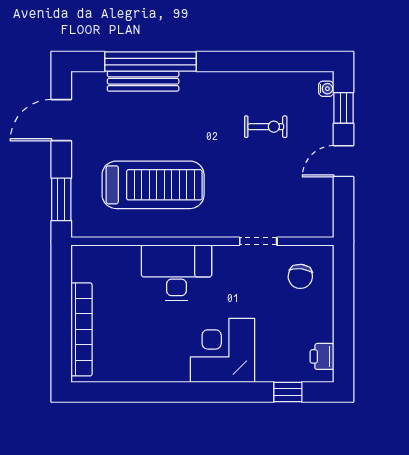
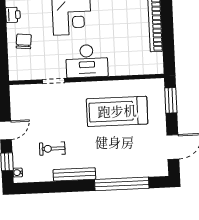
bench: (143, 81) -> (74, 174), moved
desk: (176, 272) -> (87, 61), moved
chair: (300, 276) -> (24, 41), moved

